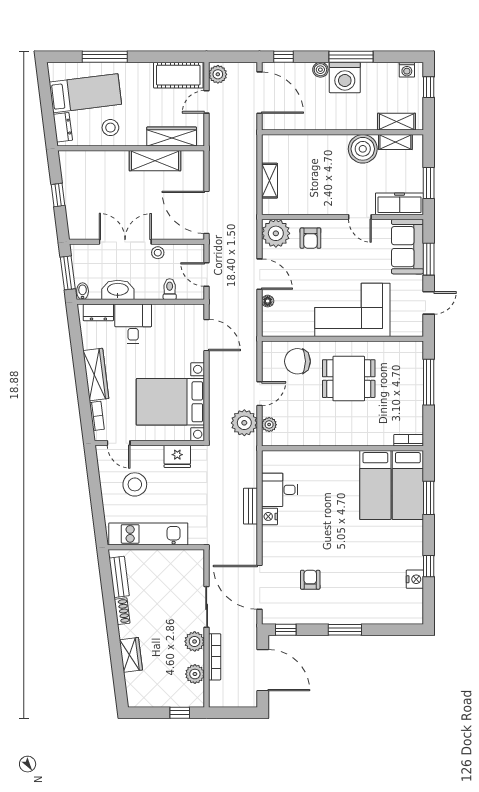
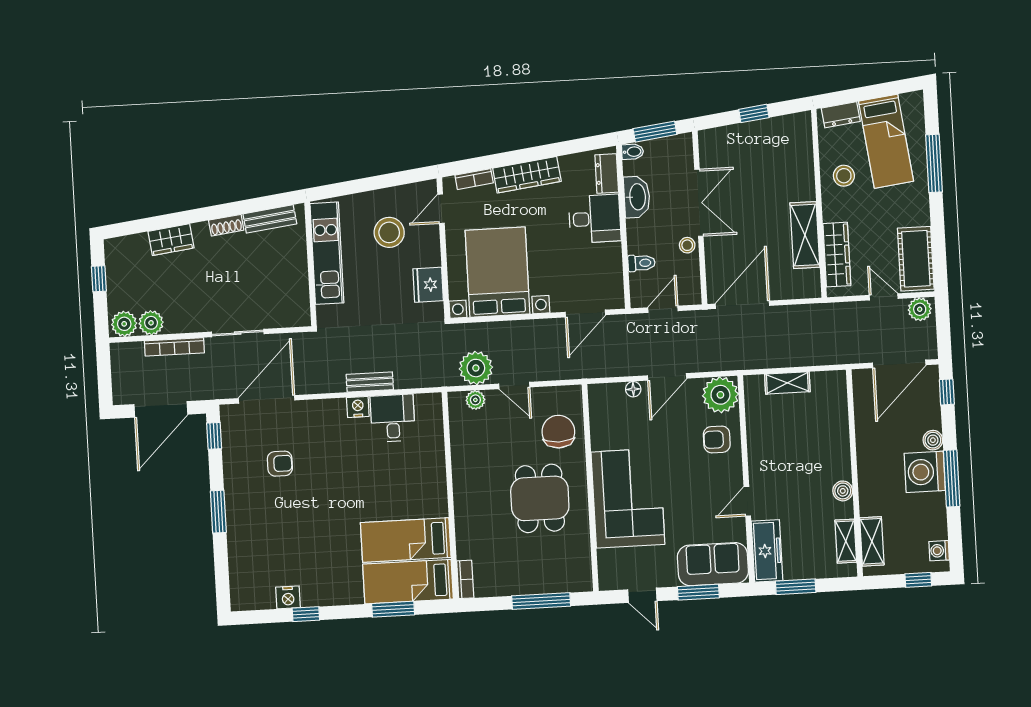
boiler: (363, 149) -> (843, 491), width x0.54, depth x0.54
plant: (195, 641) -> (124, 324), moved
window: (180, 713) -> (99, 279), moved

